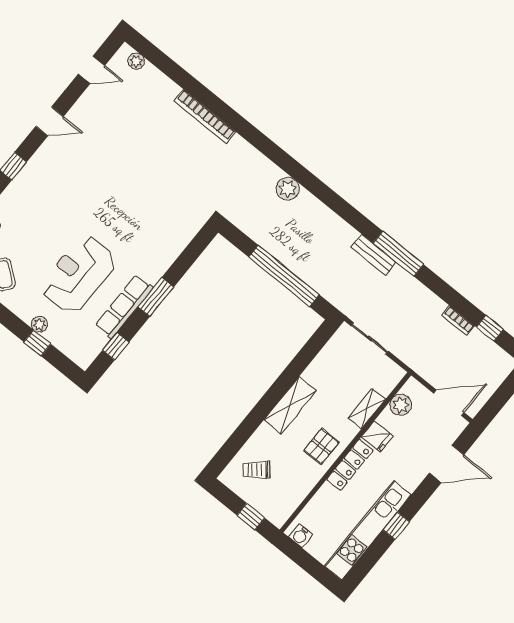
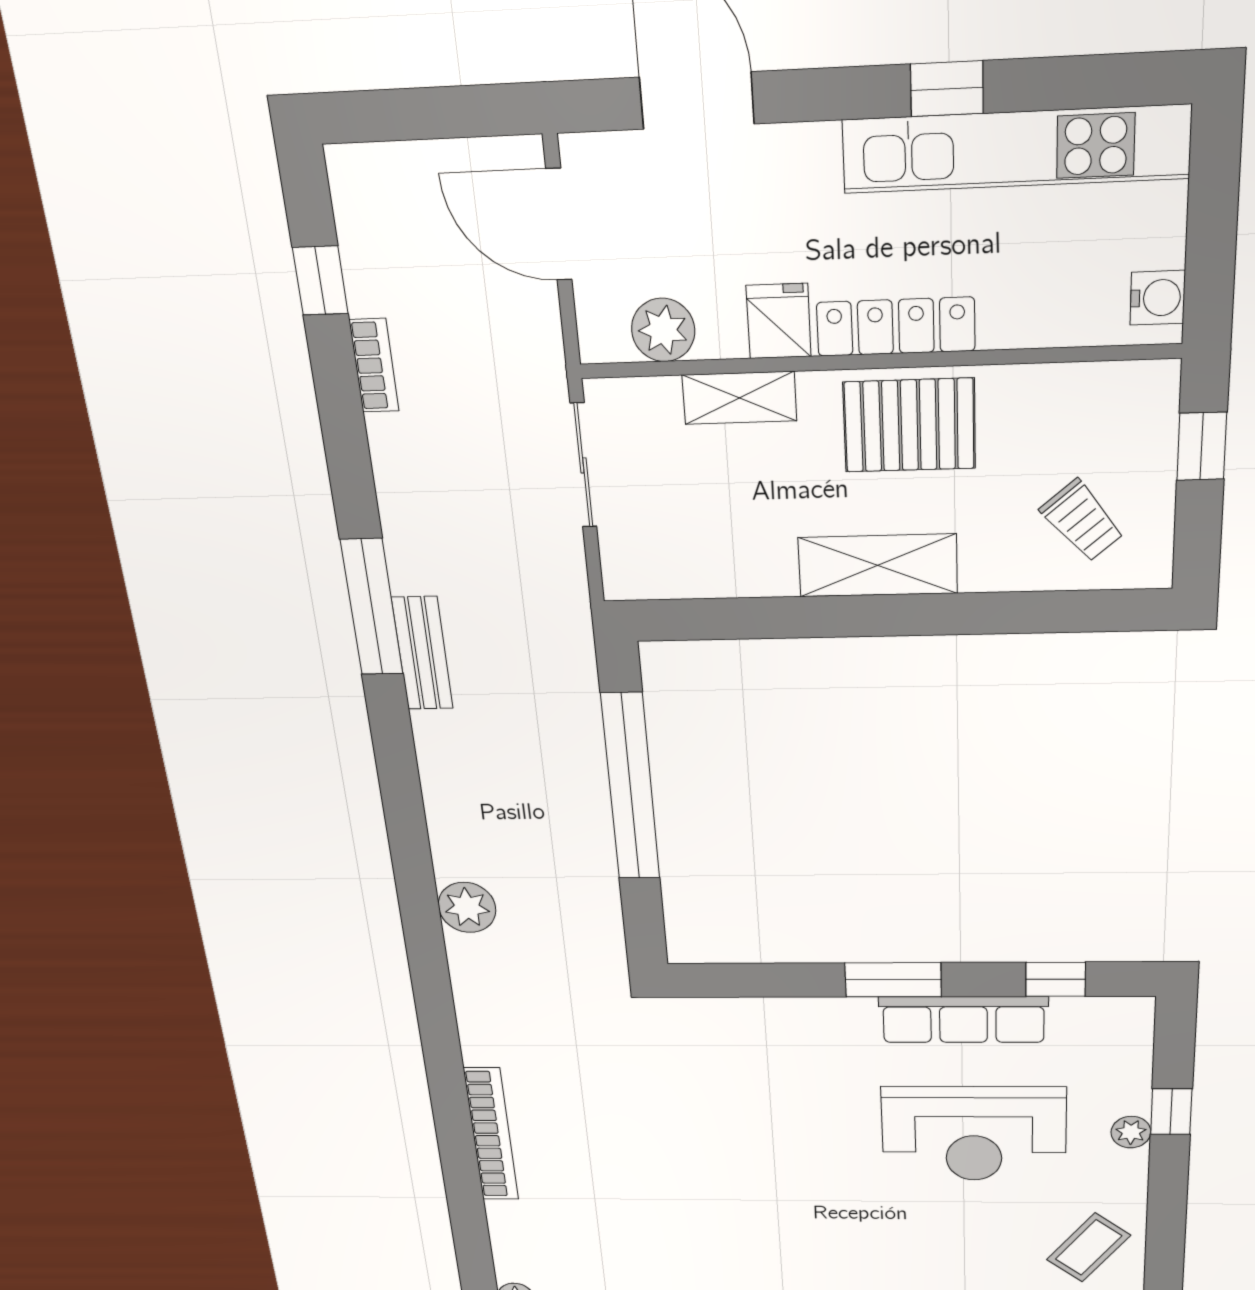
sliding door: (370, 339) -> (583, 465), moved
pallet: (321, 446) -> (909, 425), width x1.50, depth x1.42

